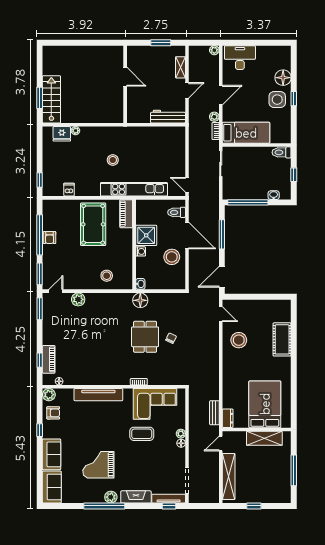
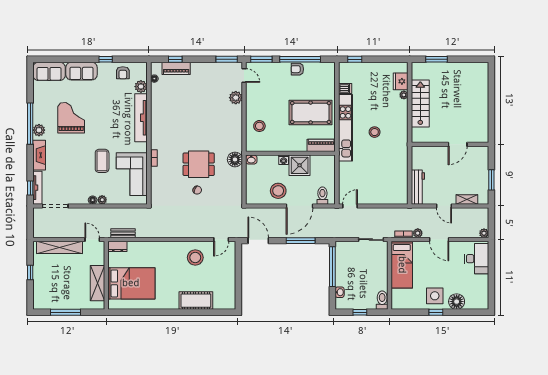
stairs: (51, 99) -> (420, 103), moved, turned -90
kitchen unit: (134, 189) -> (345, 128), moved
plant: (49, 395) -> (141, 87), moved

